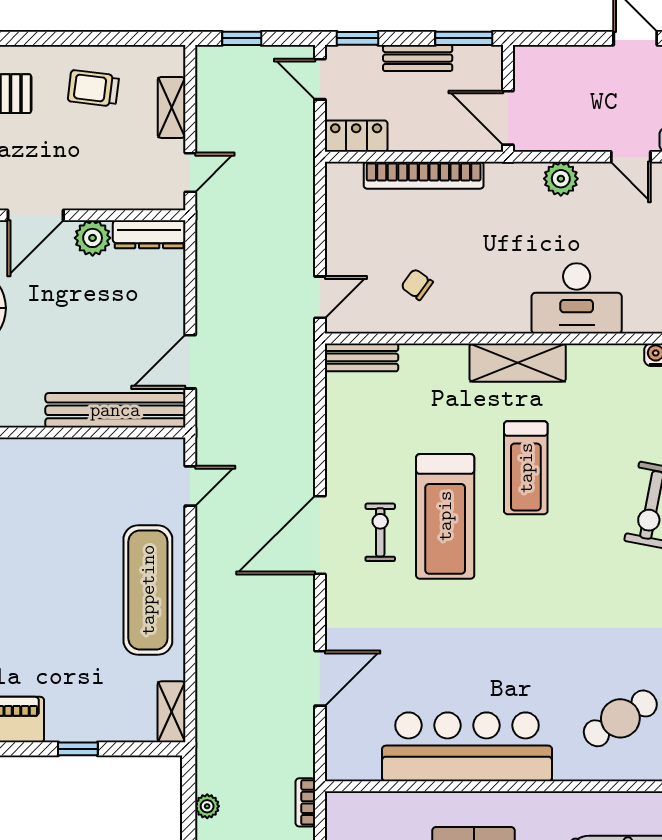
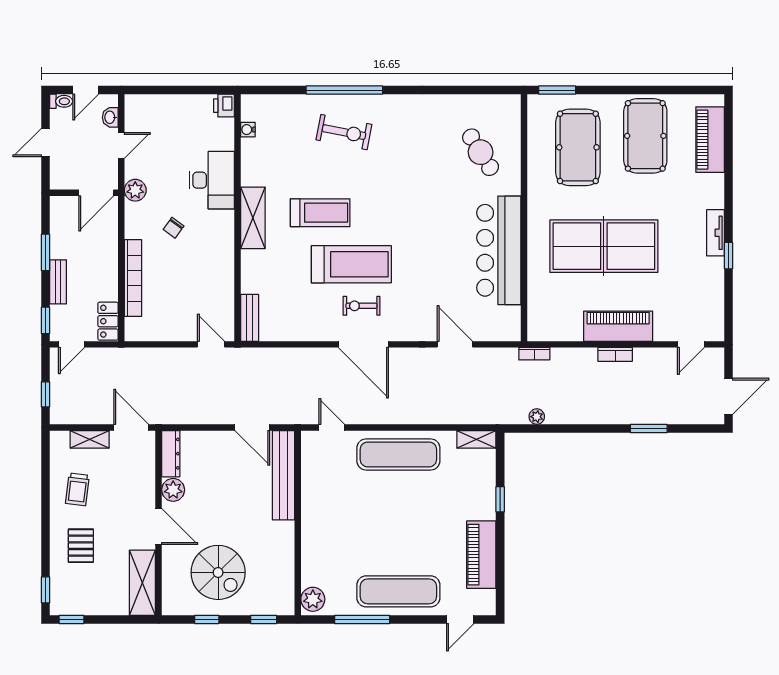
wall: (508, 98) -> (84, 193), moved
door: (508, 118) -> (96, 193), moved
door: (190, 172) -> (131, 427), width x1.37
chair: (417, 284) -> (174, 228), moved

